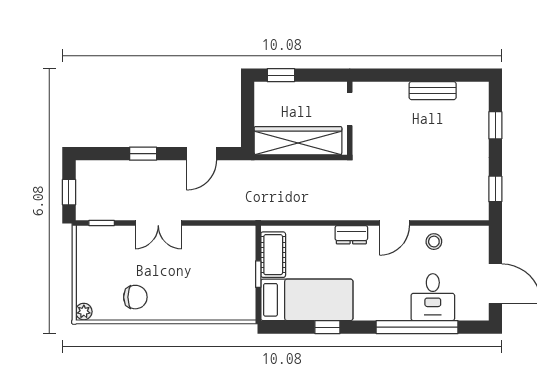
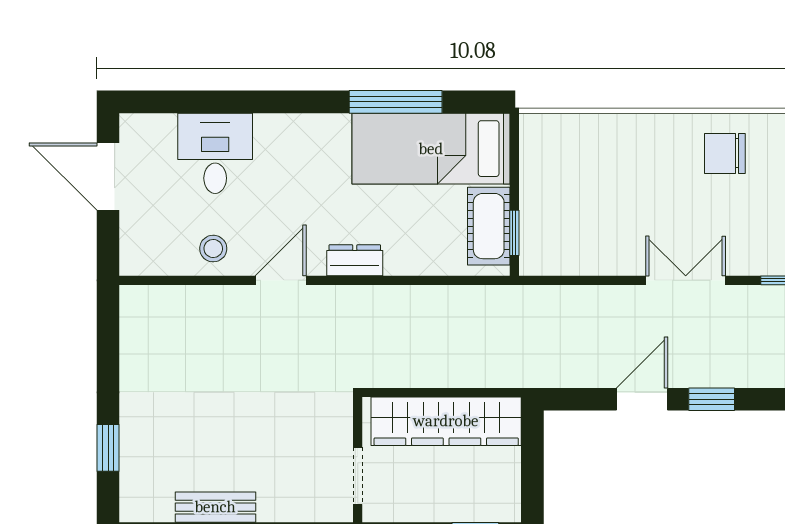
door: (202, 154) -> (642, 399), moved
window: (495, 189) -> (108, 339), removed
window: (258, 274) -> (514, 233), moved
window: (327, 327) -> (396, 102), width x2.17
window: (417, 327) -> (242, 102), removed

